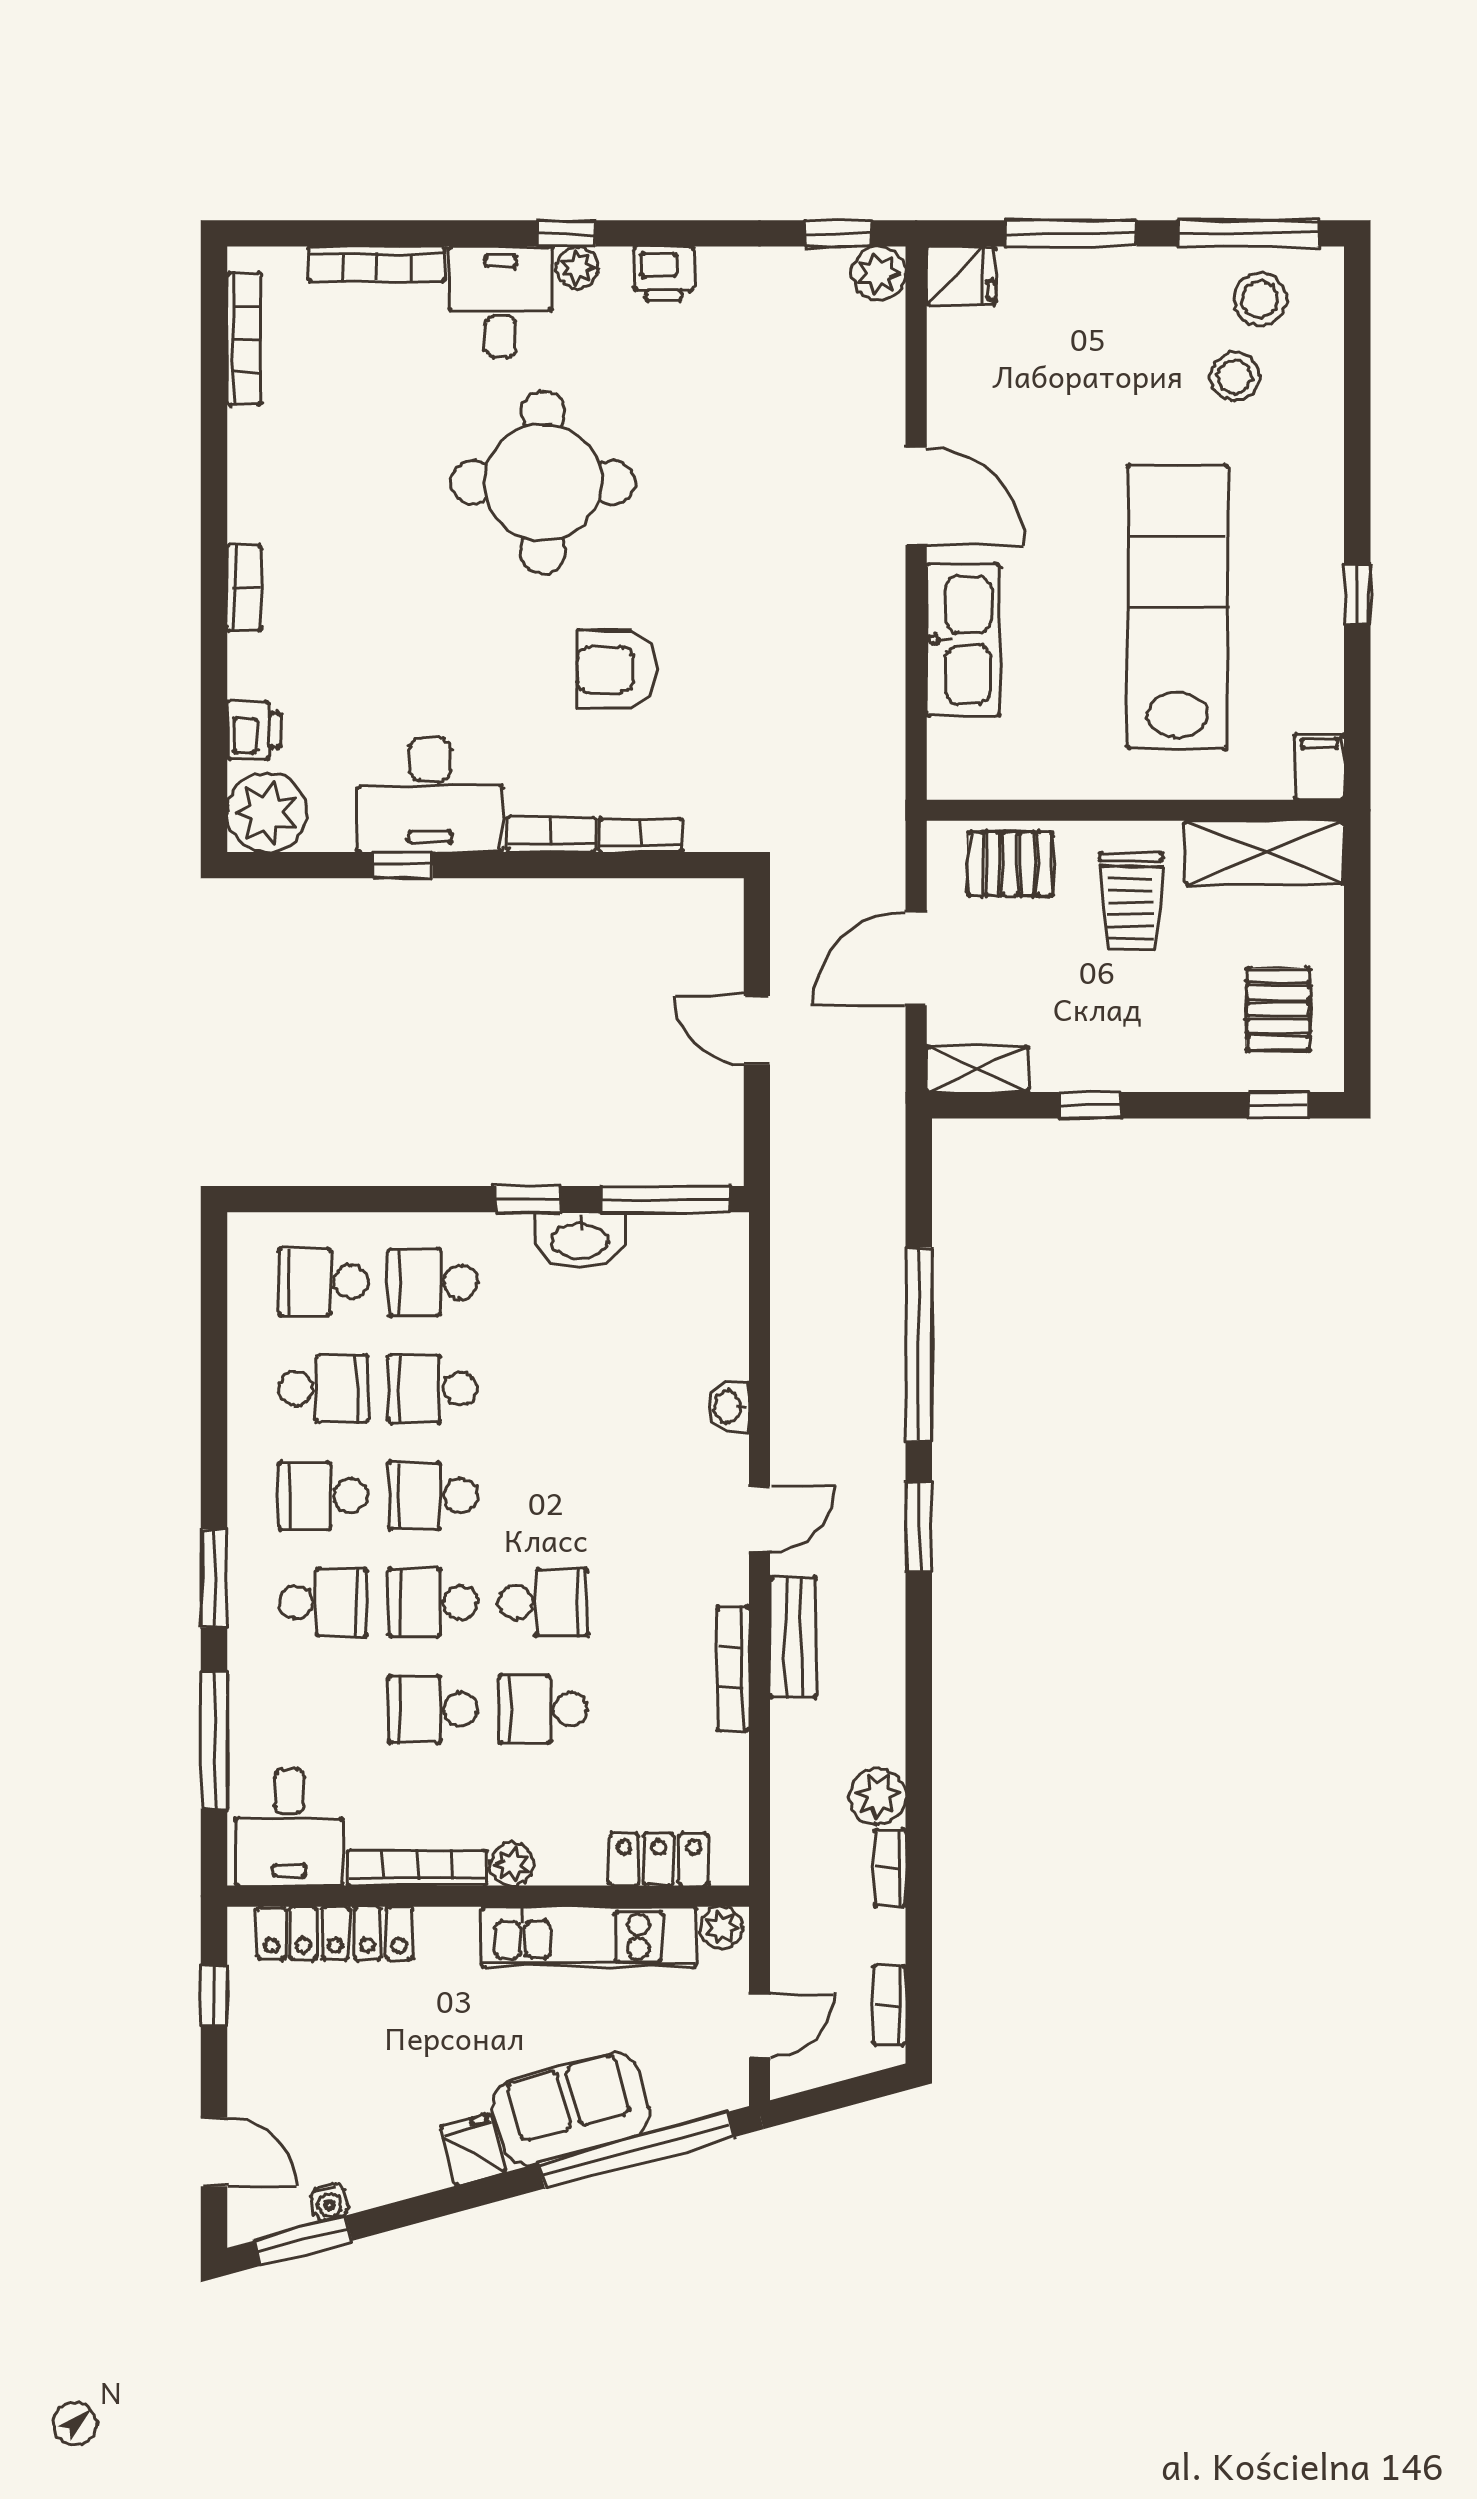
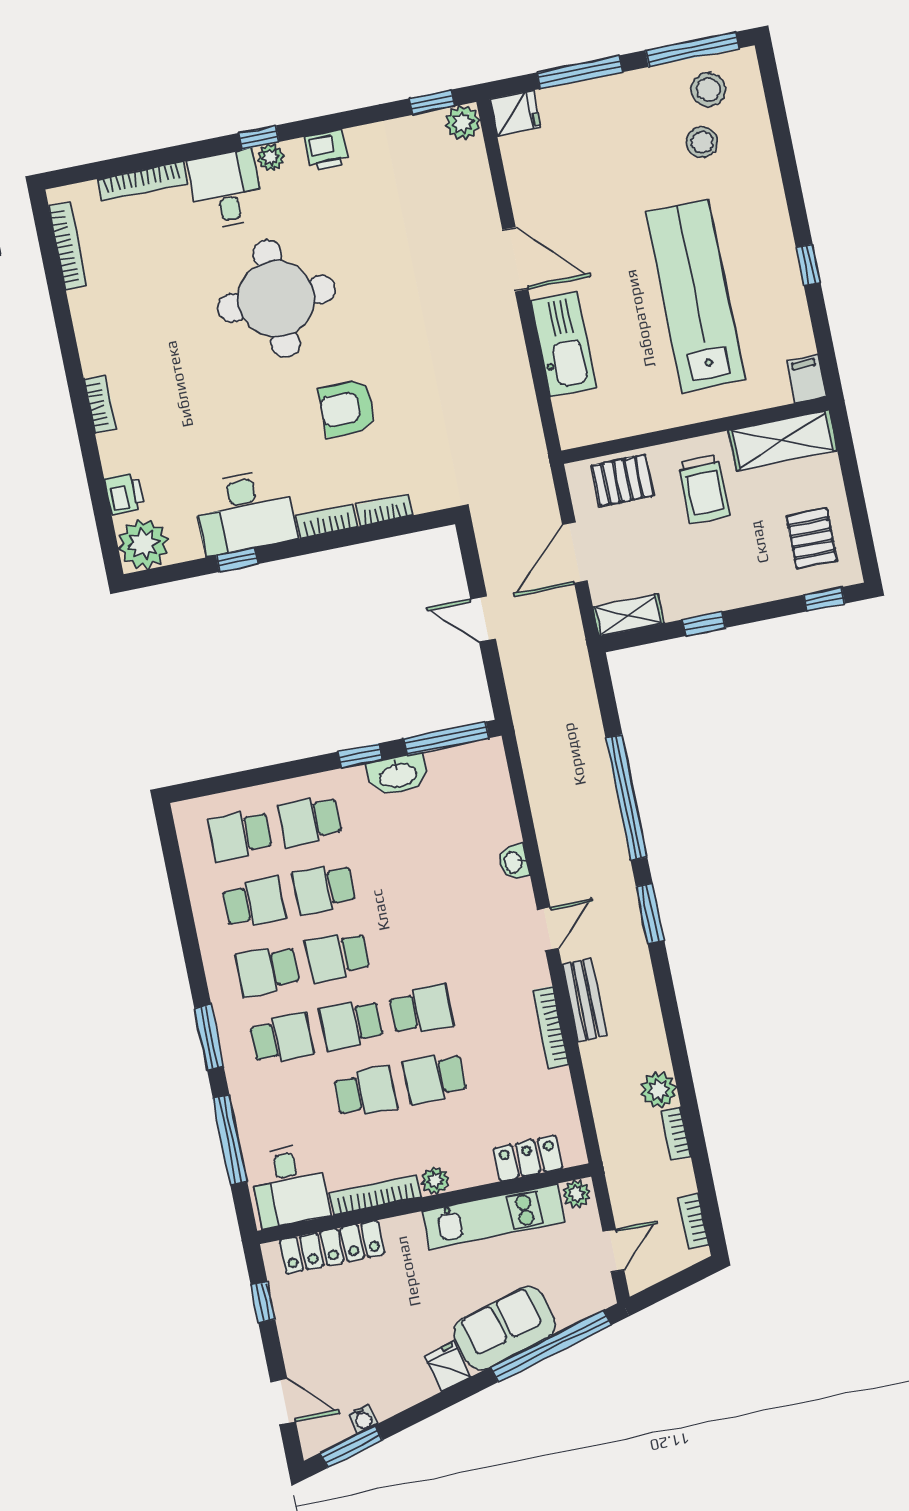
school desk: (433, 1709) -> (365, 1092), turned 180

